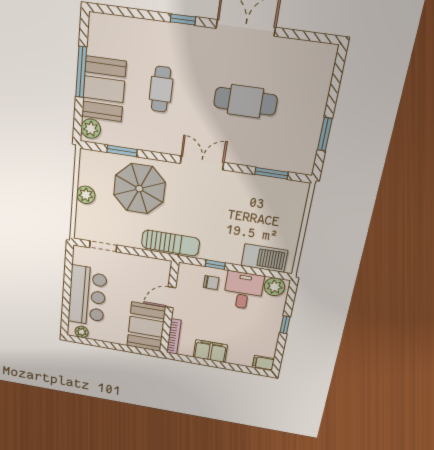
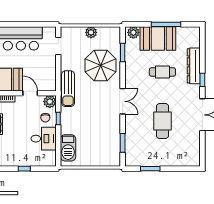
dresser: (156, 32) -> (194, 66), added
plant: (274, 287) -> (50, 102), moved

